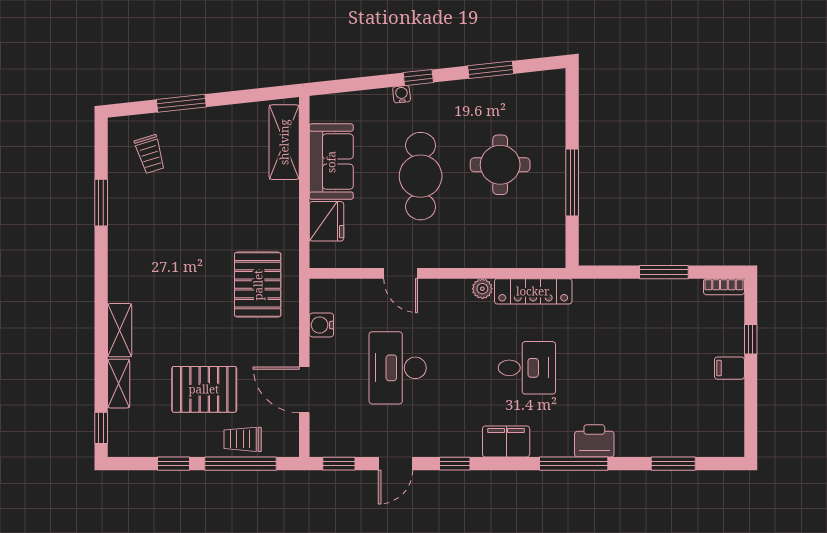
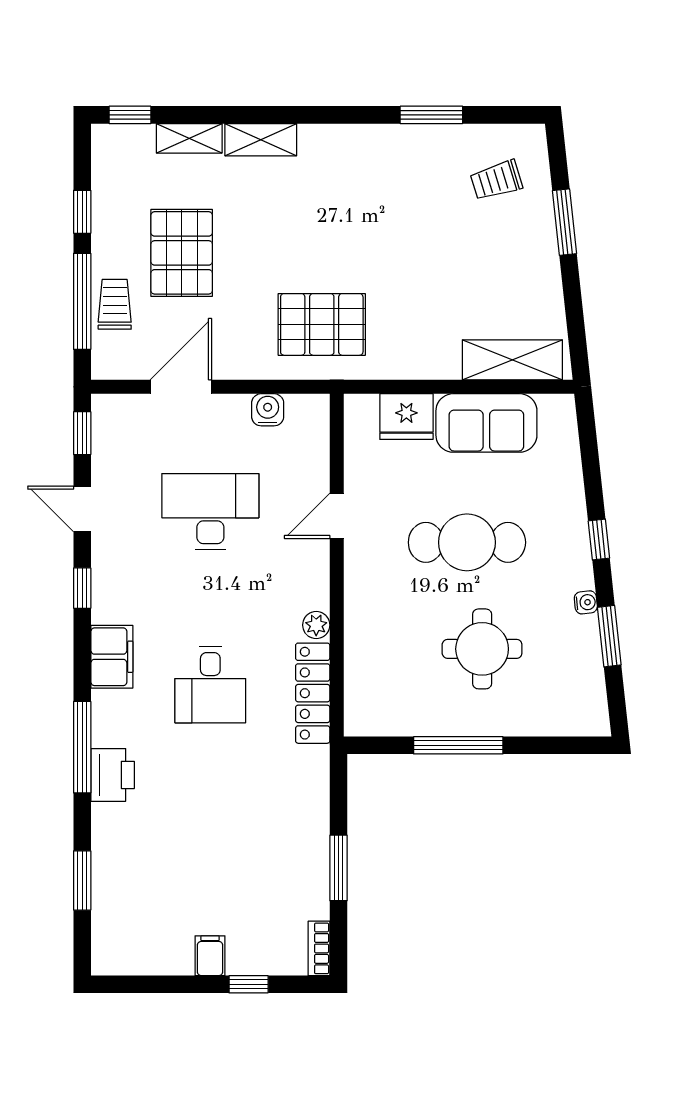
water cooler: (402, 94) -> (586, 602), moved

